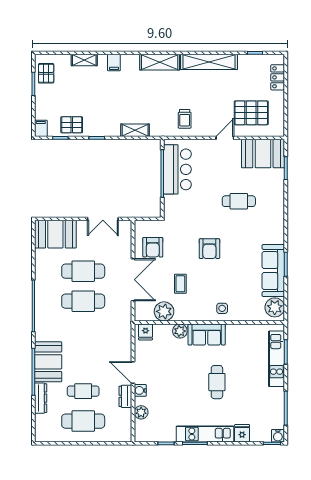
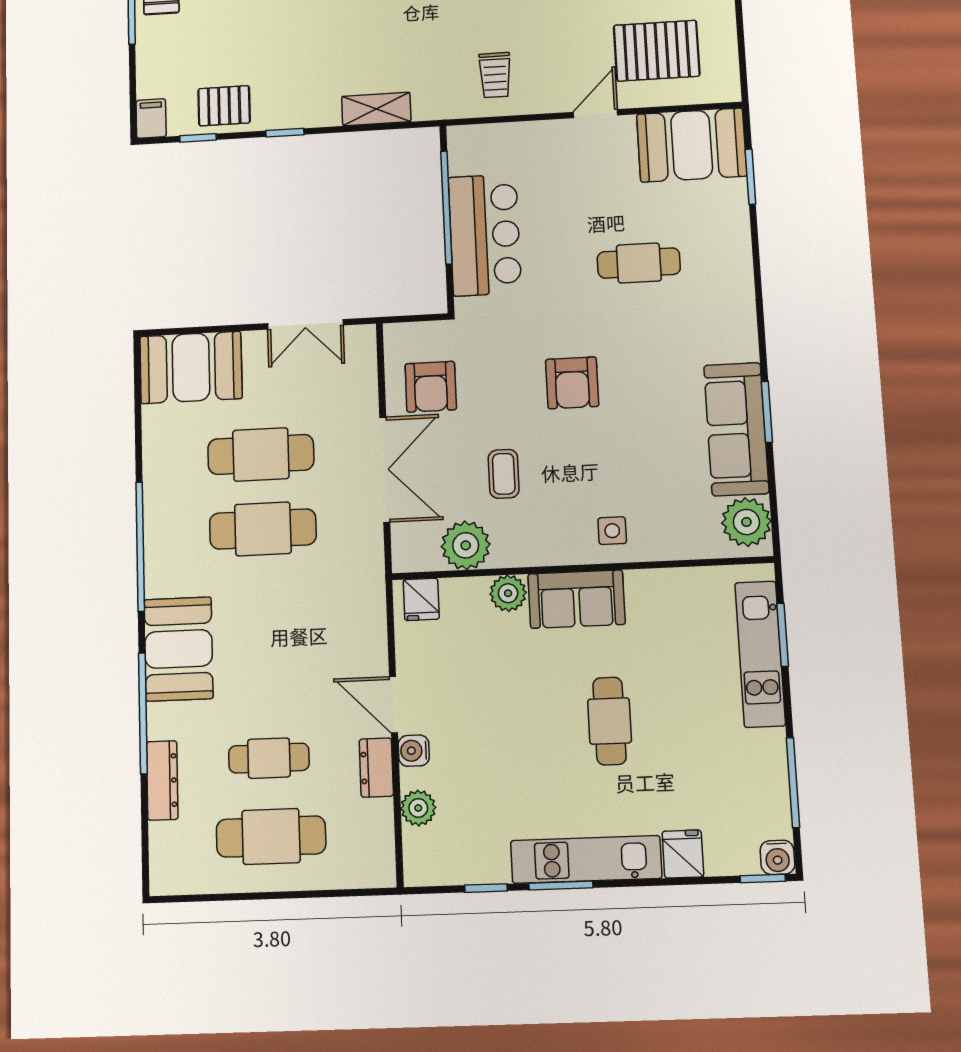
bar counter: (177, 169) -> (485, 235), moved
booth: (48, 362) -> (179, 649), moved

